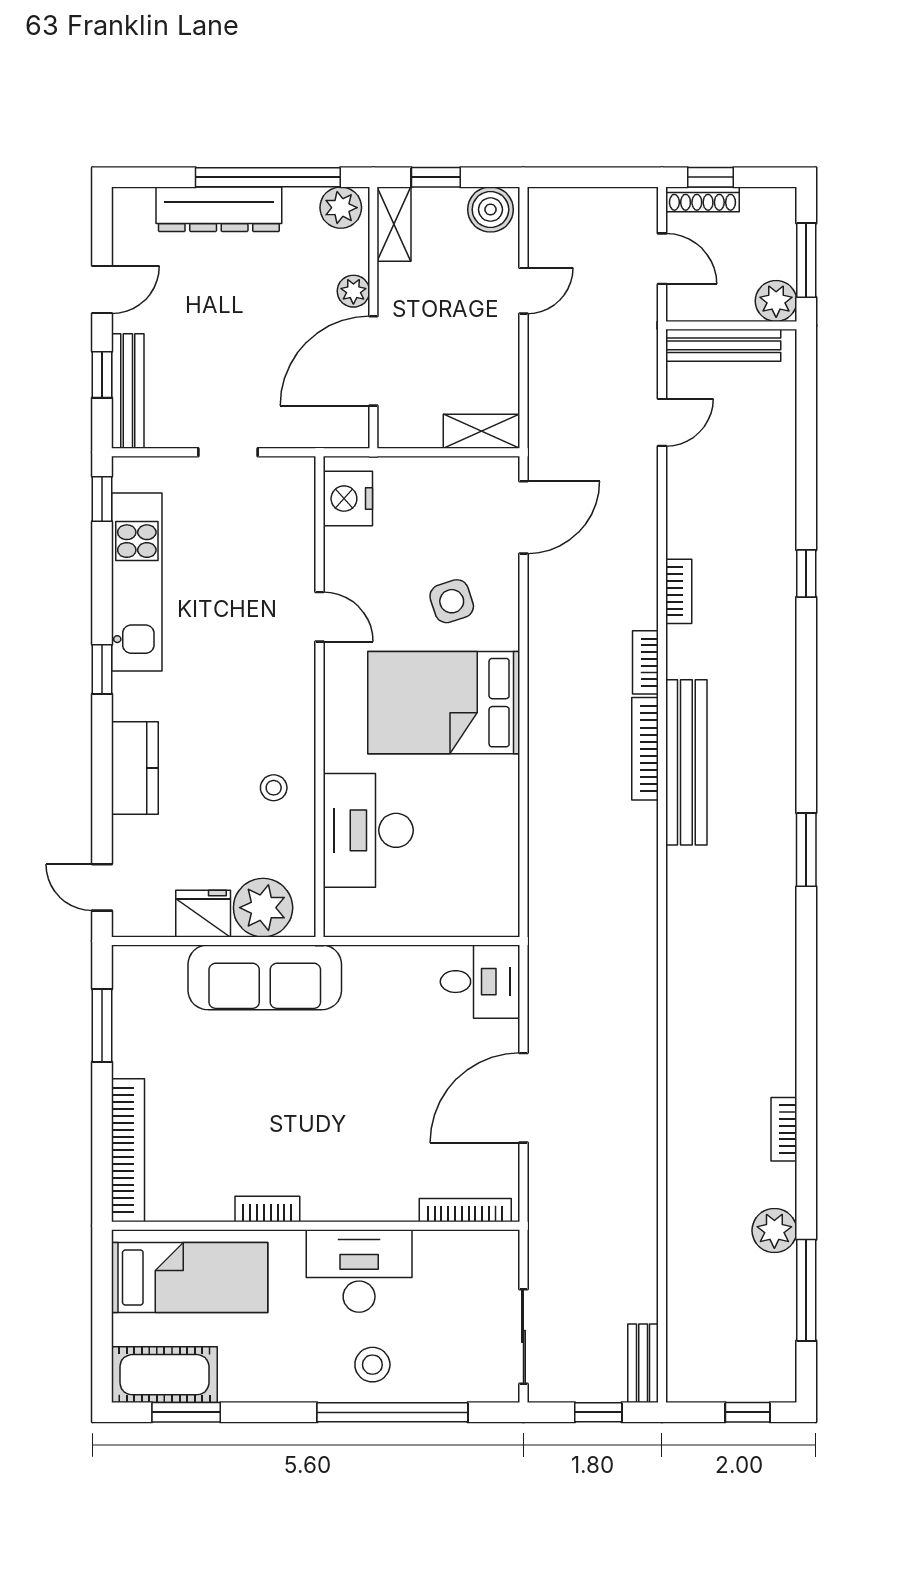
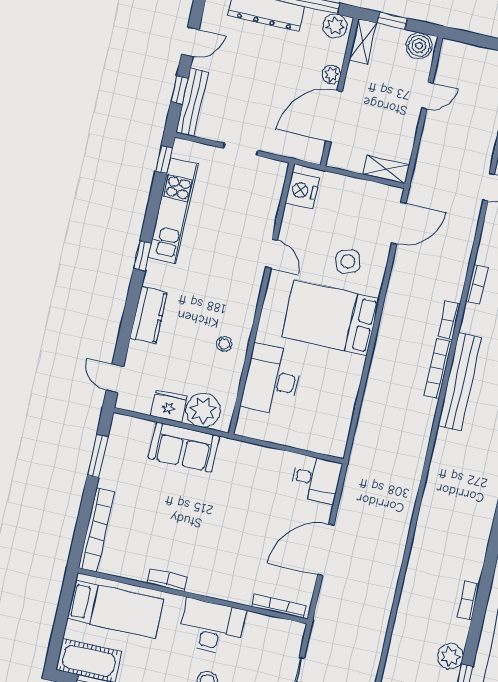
sofa: (265, 977) -> (184, 447), width x0.73

